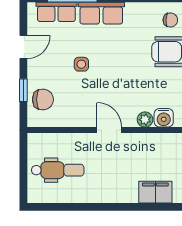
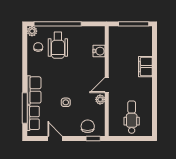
window: (23, 90) -> (93, 138), moved
plant: (145, 120) -> (100, 99), moved
filing cabinet: (155, 192) -> (145, 67), moved

